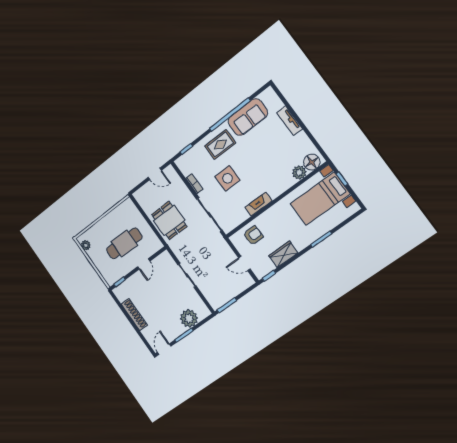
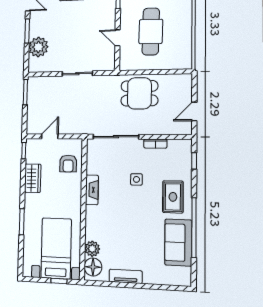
tv unit: (290, 121) -> (126, 276), moved
side table: (228, 178) -> (136, 179), width x0.54, depth x0.54

